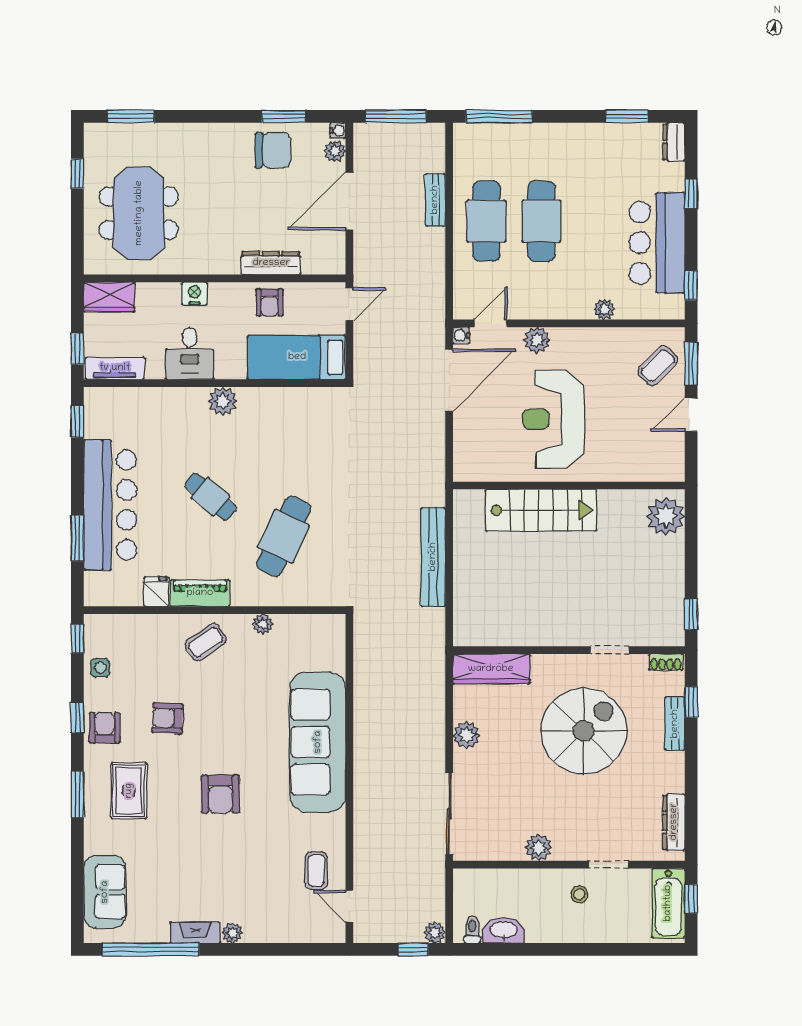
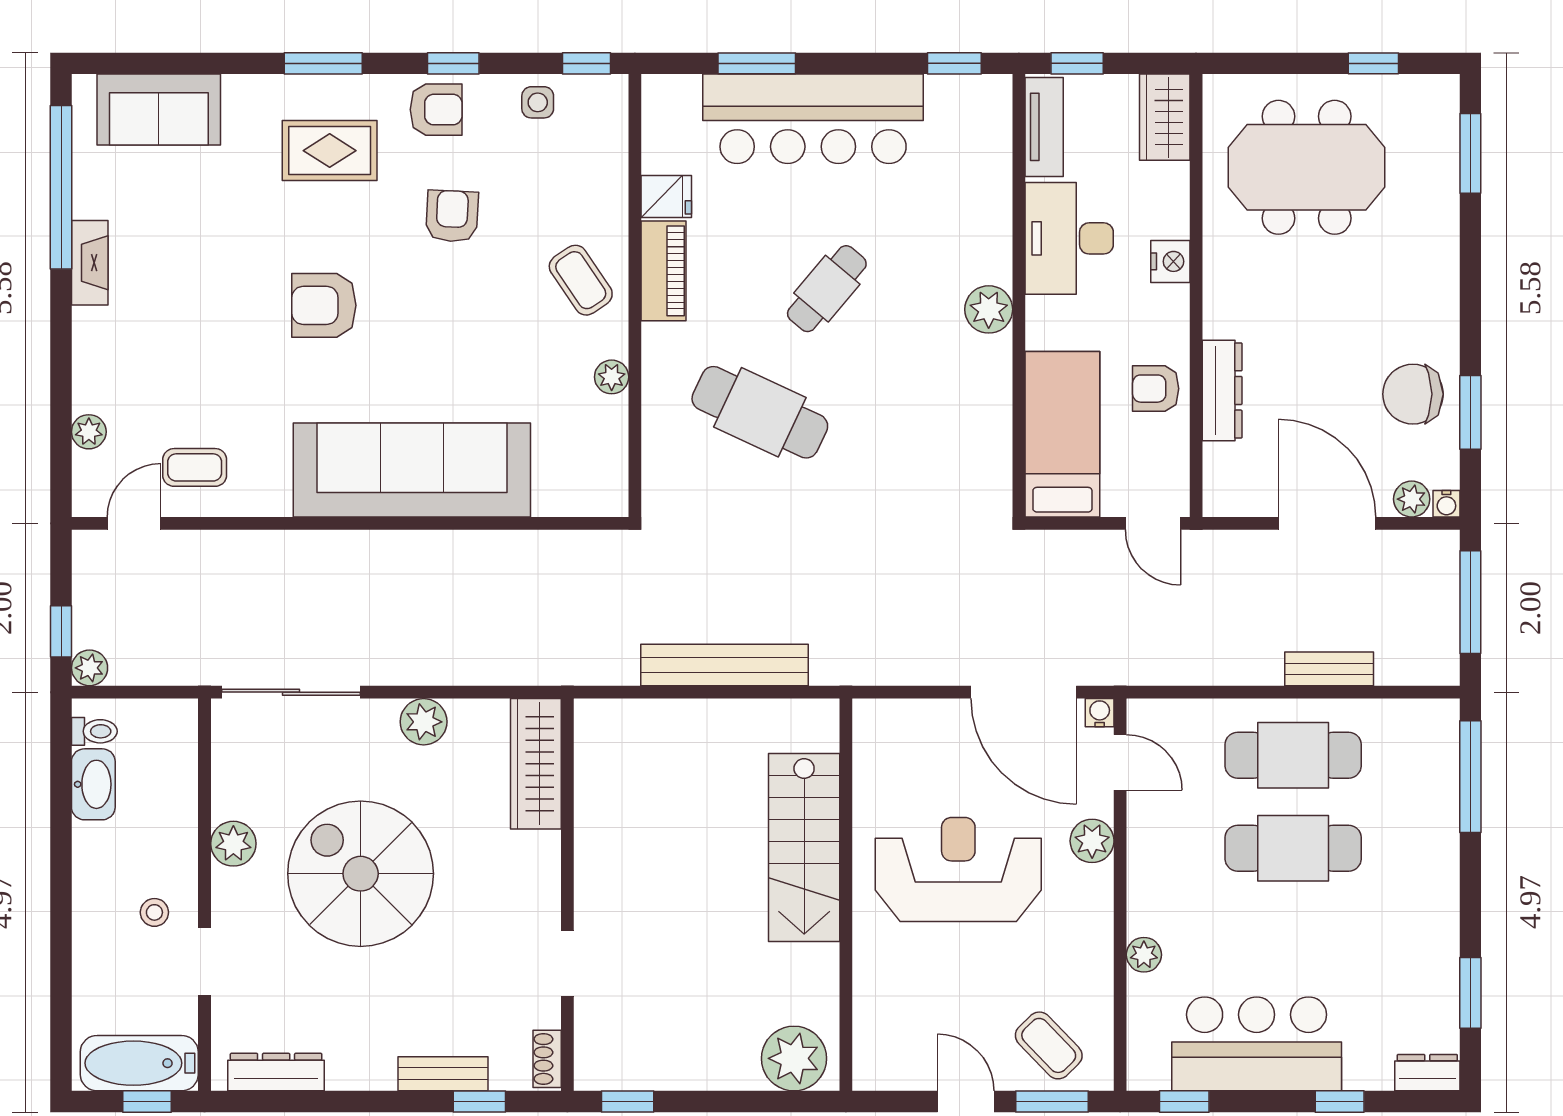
chair: (273, 150) -> (1413, 394), turned 90
desk: (190, 353) -> (1069, 238), width x1.37
spiral stairs: (584, 731) -> (361, 874), moved, turned 180
plant: (233, 933) -> (89, 432), moved

